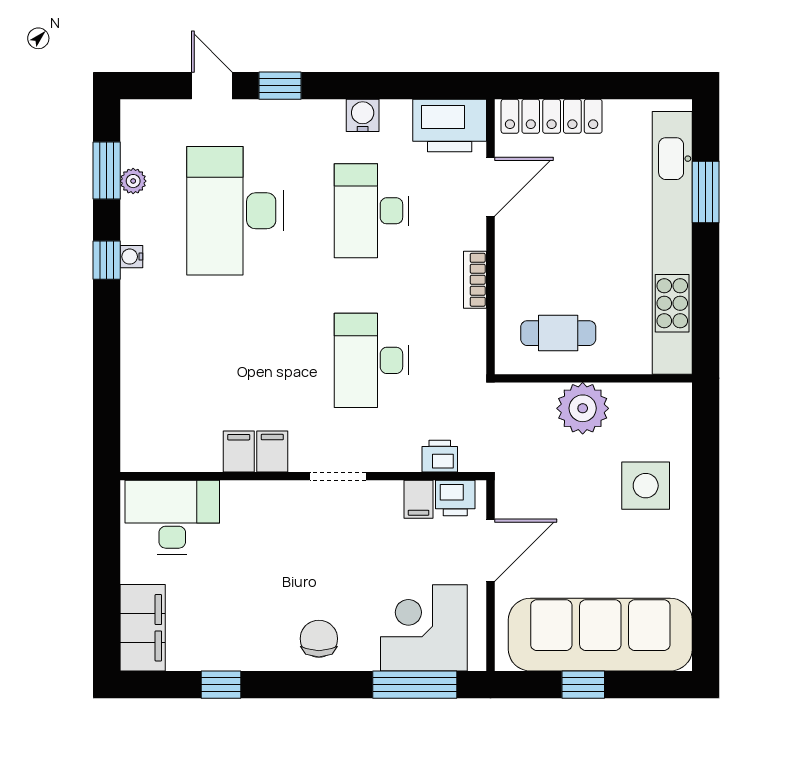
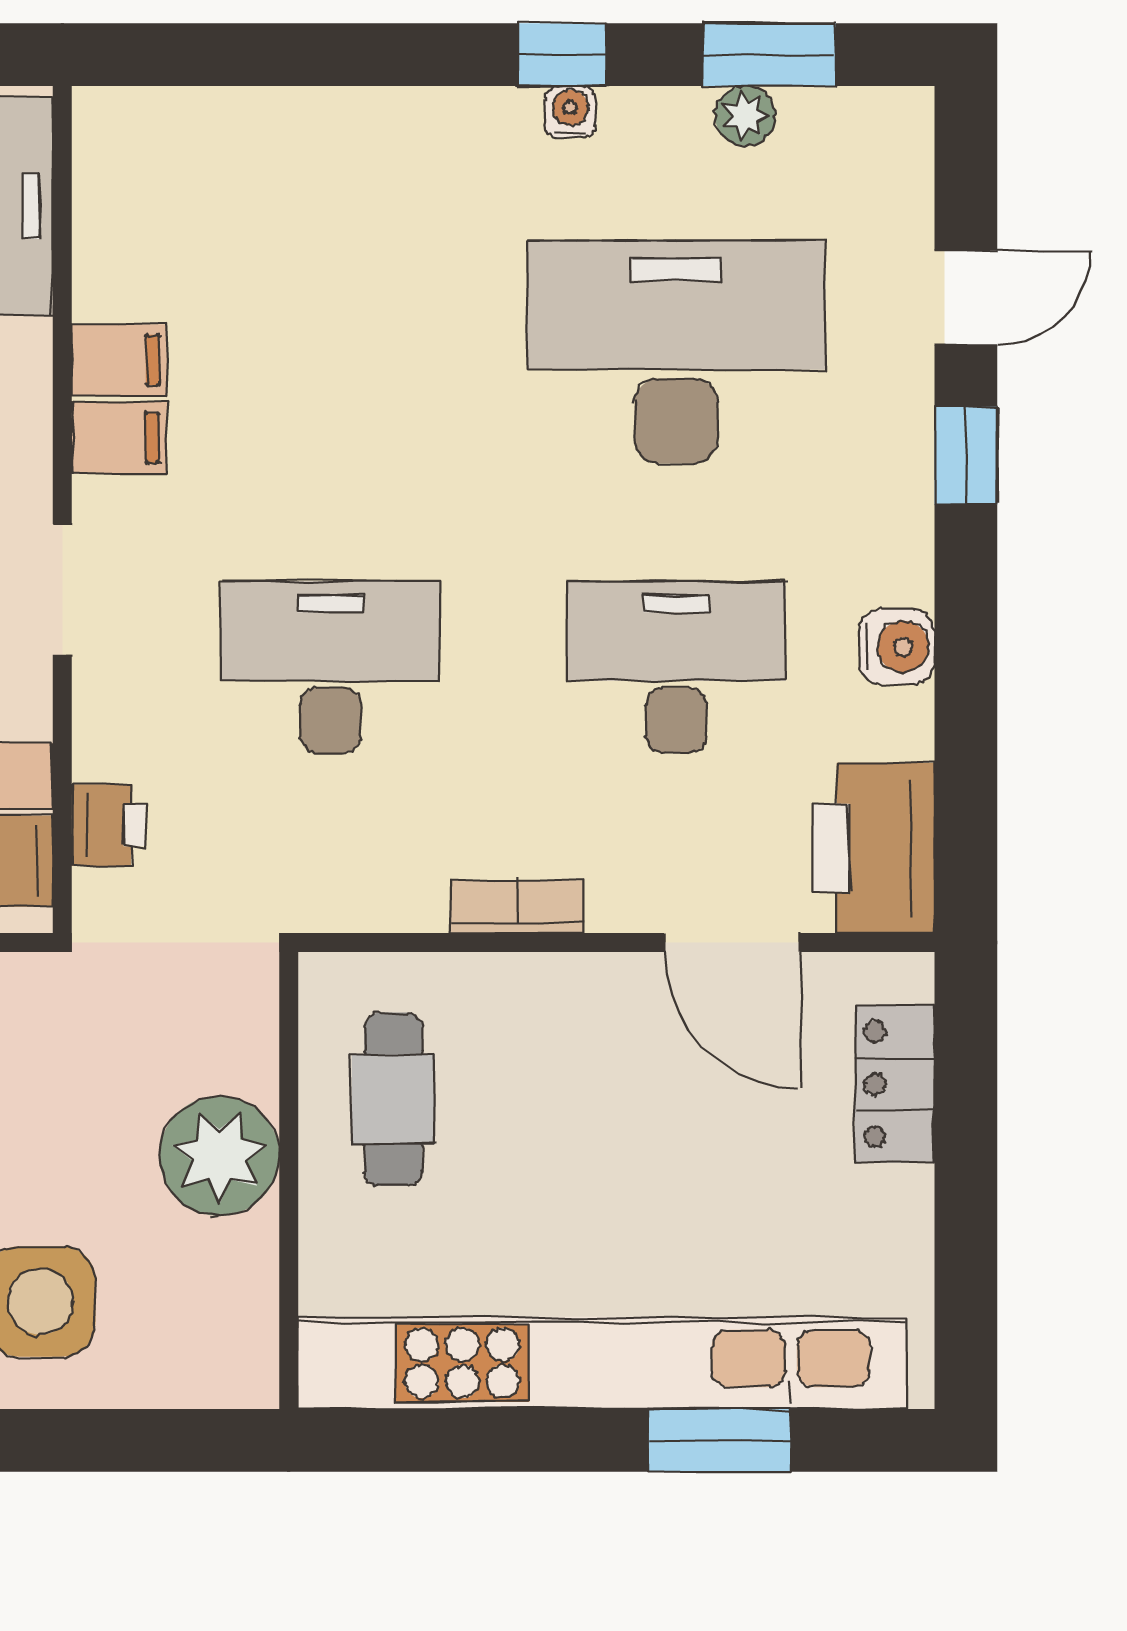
locker: (552, 116) -> (895, 1084), width x0.66

